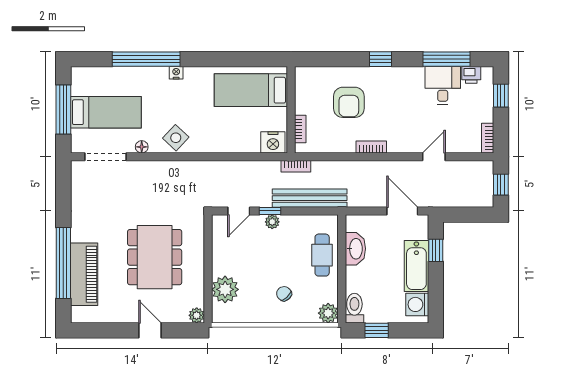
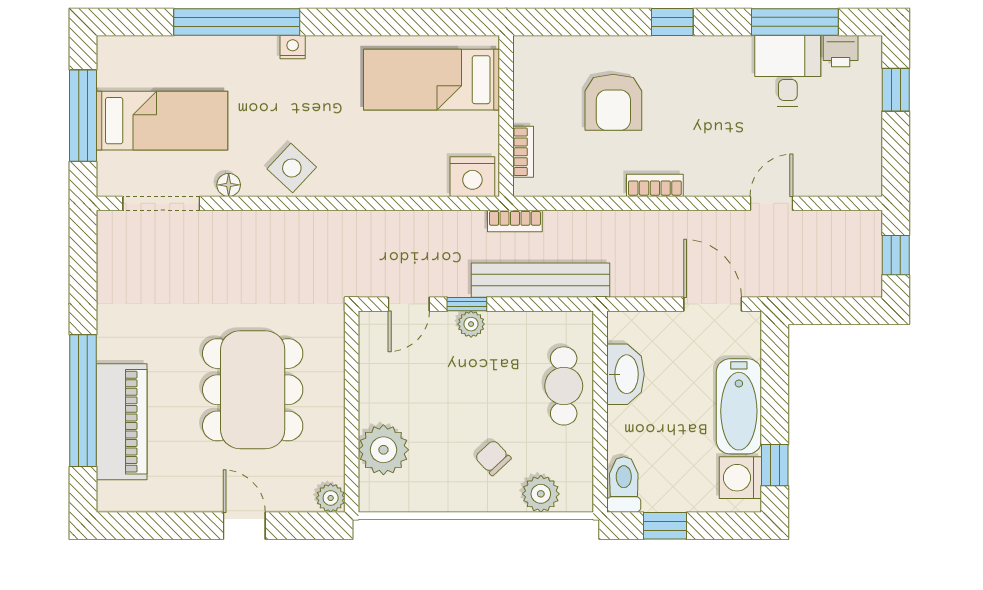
bookcase: (488, 138) -> (871, 169), removed
window: (436, 250) -> (775, 465), moved
plant: (328, 313) -> (541, 494), moved

